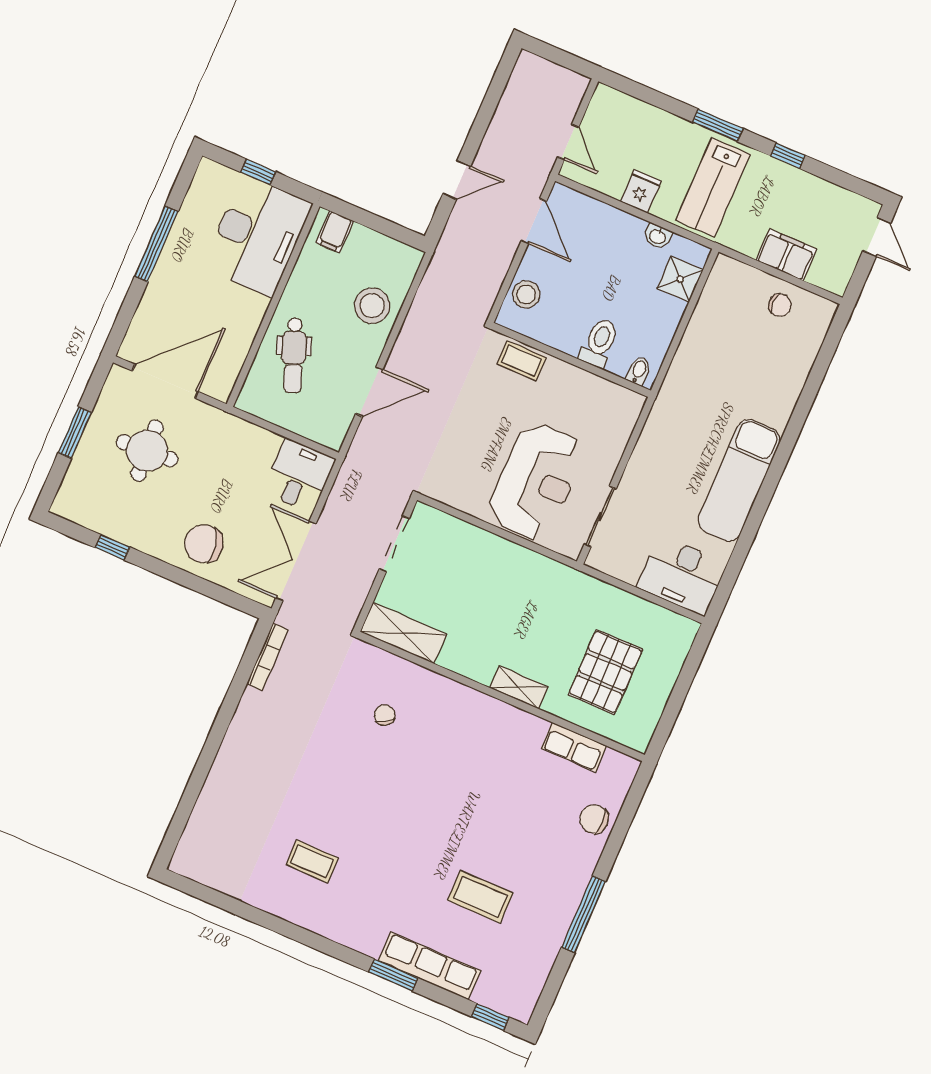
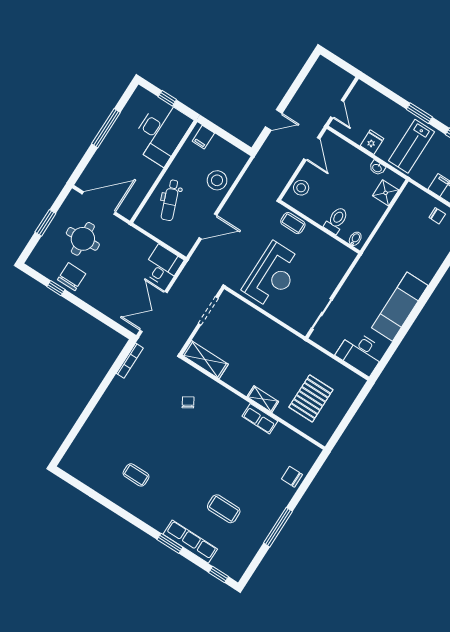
reception desk: (536, 481) -> (273, 275), moved
chair: (204, 544) -> (72, 277), moved, turned 102
row of seats: (574, 747) -> (260, 419), moved

